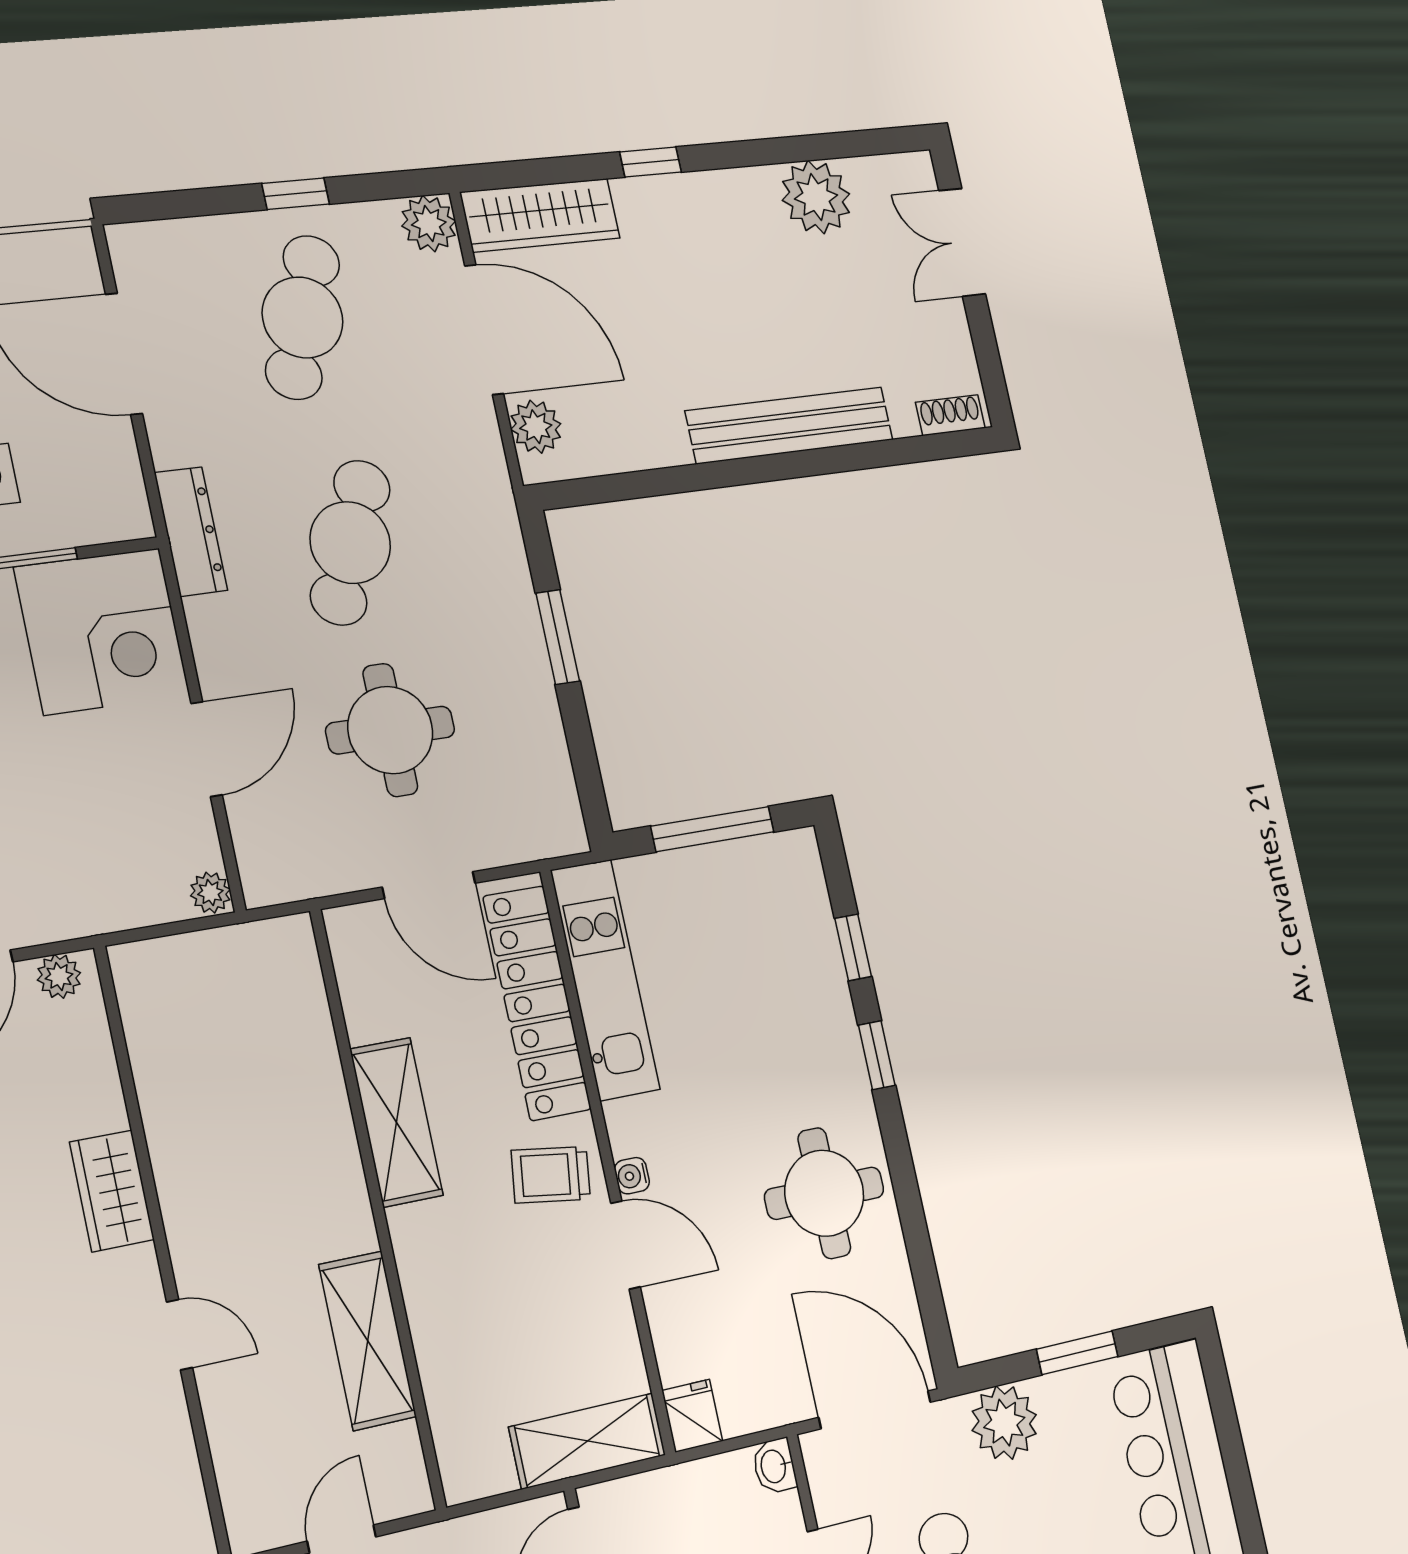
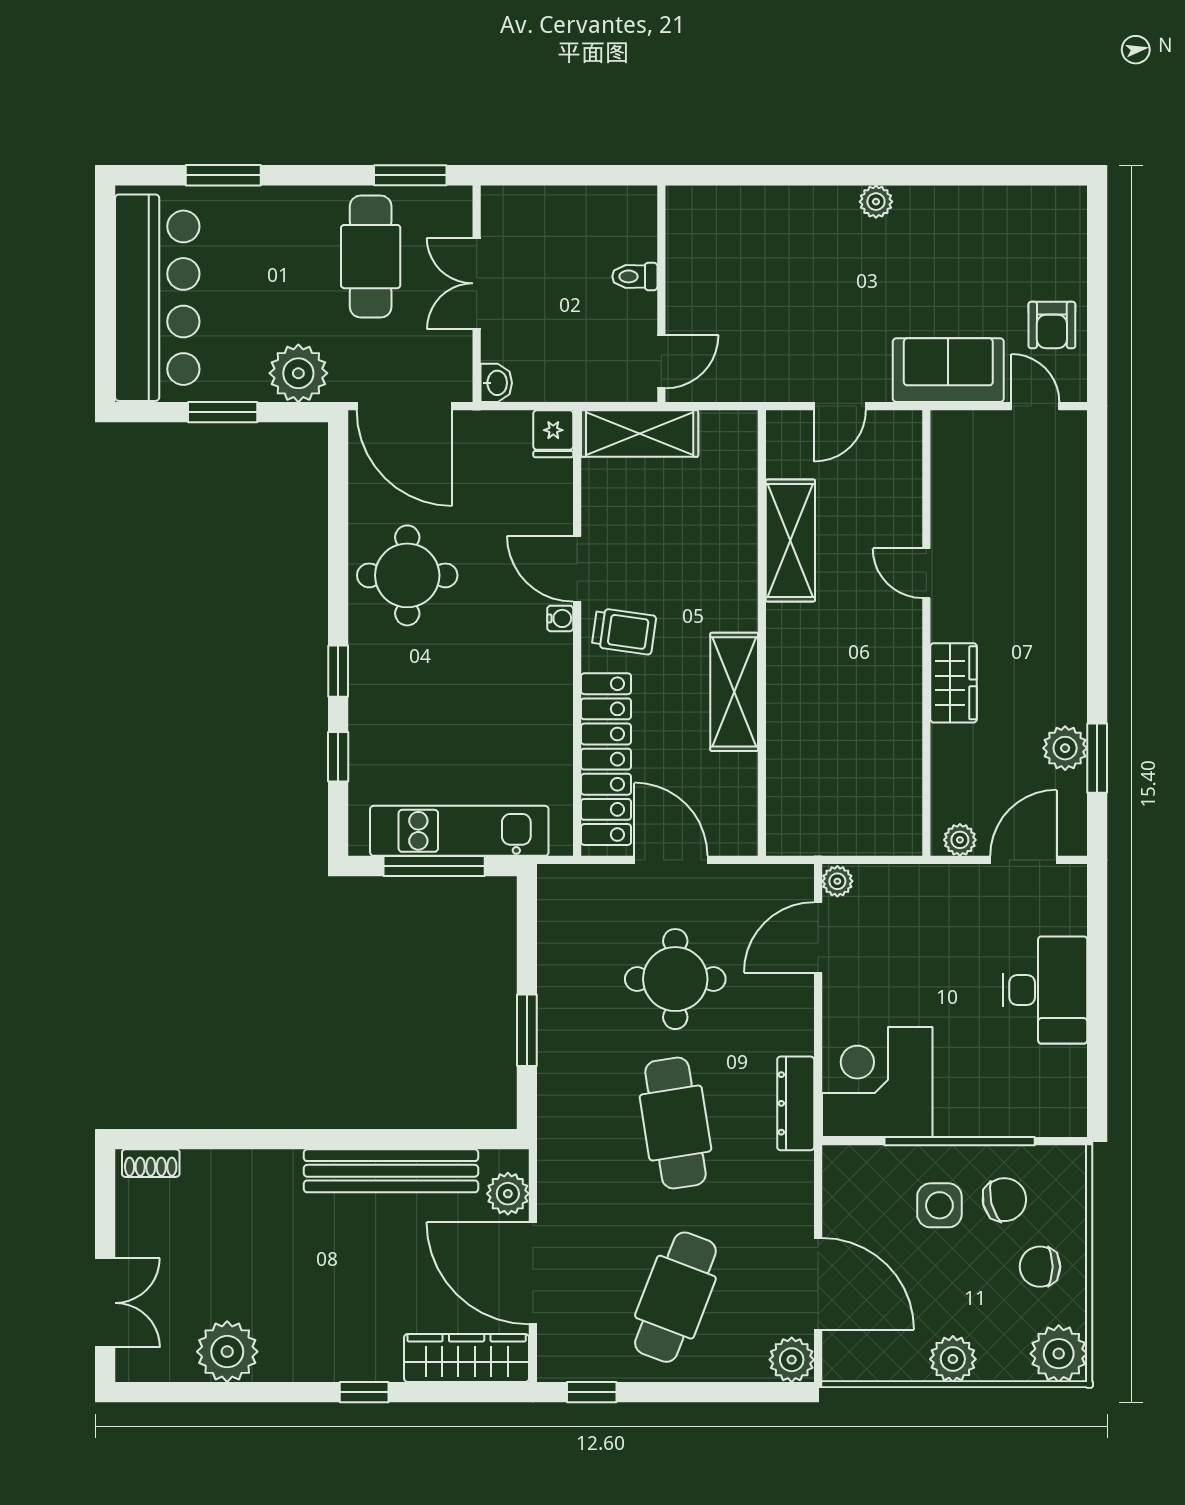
window: (296, 194) -> (592, 1392), moved
plant: (429, 224) -> (792, 1360), moved
bench: (790, 425) -> (391, 1171), moved
dresser: (191, 532) -> (796, 1103), moved
cafe table: (350, 543) -> (675, 1123), turned -33
door: (207, 749) -> (818, 937), moved
kitchen unit: (605, 980) -> (459, 831), moved, turned 90

